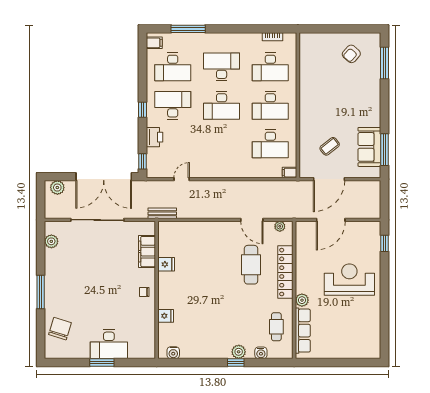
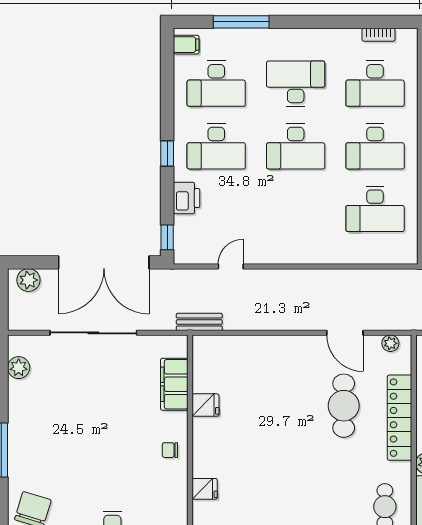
desk: (173, 105) -> (216, 146), turned 180
filing cabinet: (289, 173) -> (406, 256), removed

